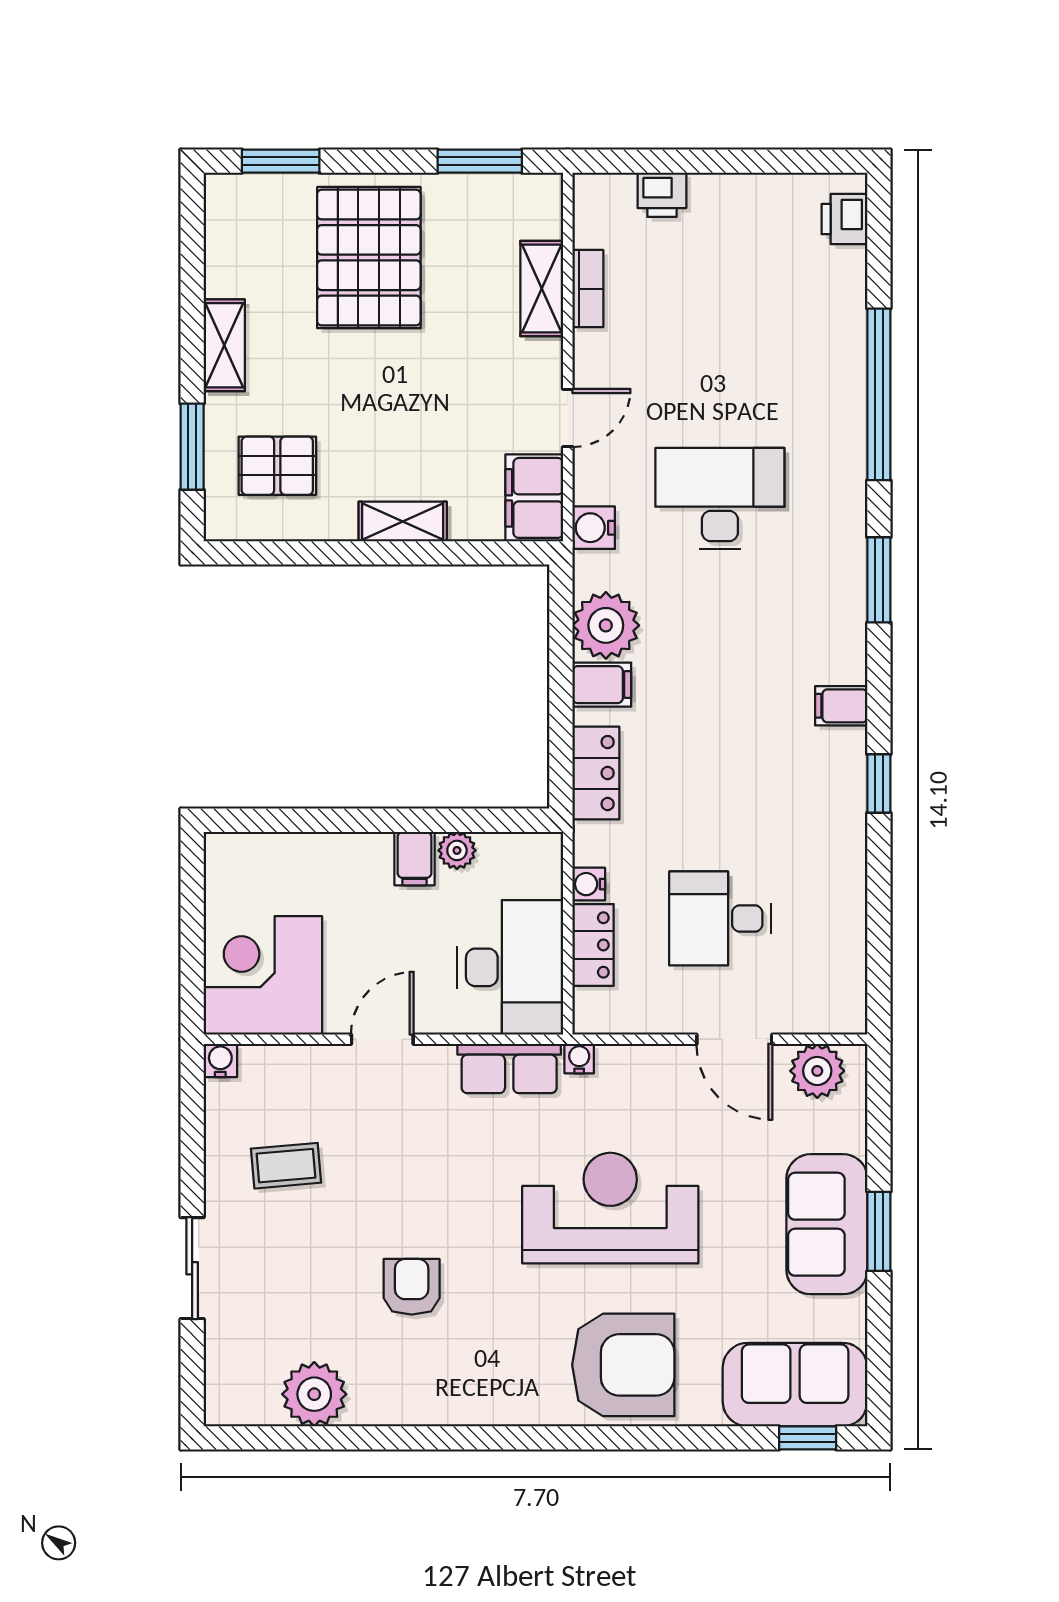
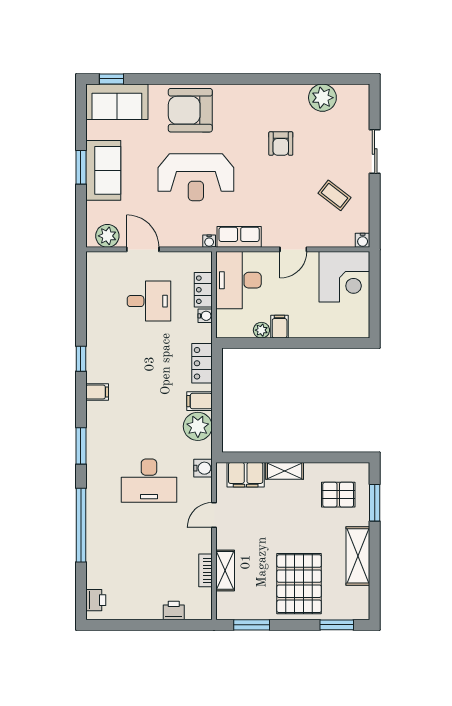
shelving: (224, 345) -> (358, 556), width x1.50, depth x1.33
filing cabinet: (534, 498) -> (246, 475), moved, turned 90
coffee table: (286, 1166) -> (335, 195), turned 43

